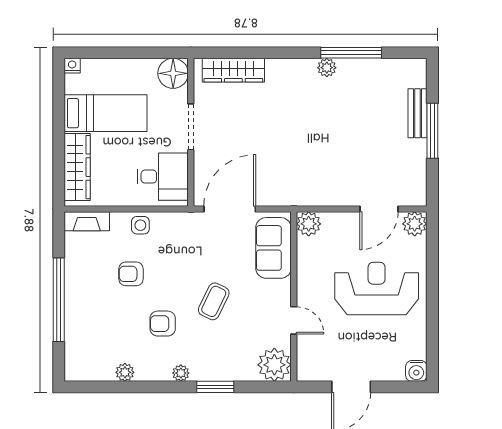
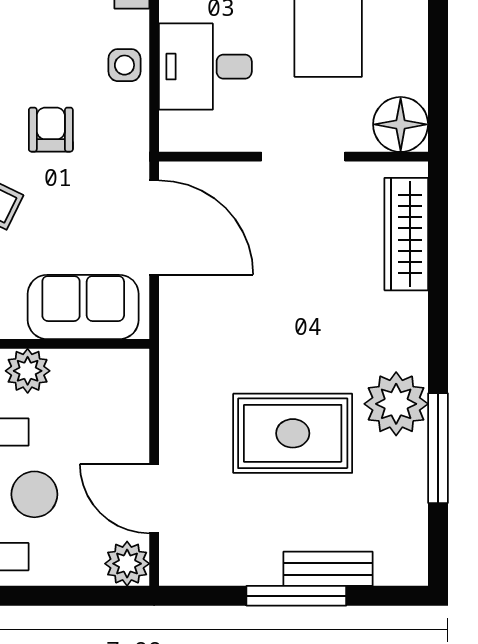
plant: (327, 68) -> (396, 404), width x1.88, depth x1.88
rug: (343, 133) -> (293, 433), added
desk: (163, 177) -> (205, 67), moved, turned 90
plant: (309, 224) -> (28, 371), moved
armchair: (131, 274) -> (51, 130), moved

